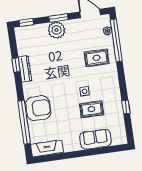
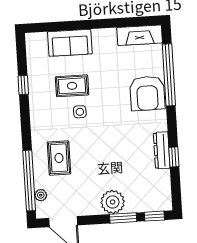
window: (58, 18) -> (123, 218), moved
rug: (97, 58) -> (59, 158), turned 90
armchair: (38, 108) -> (147, 93), turned -90

